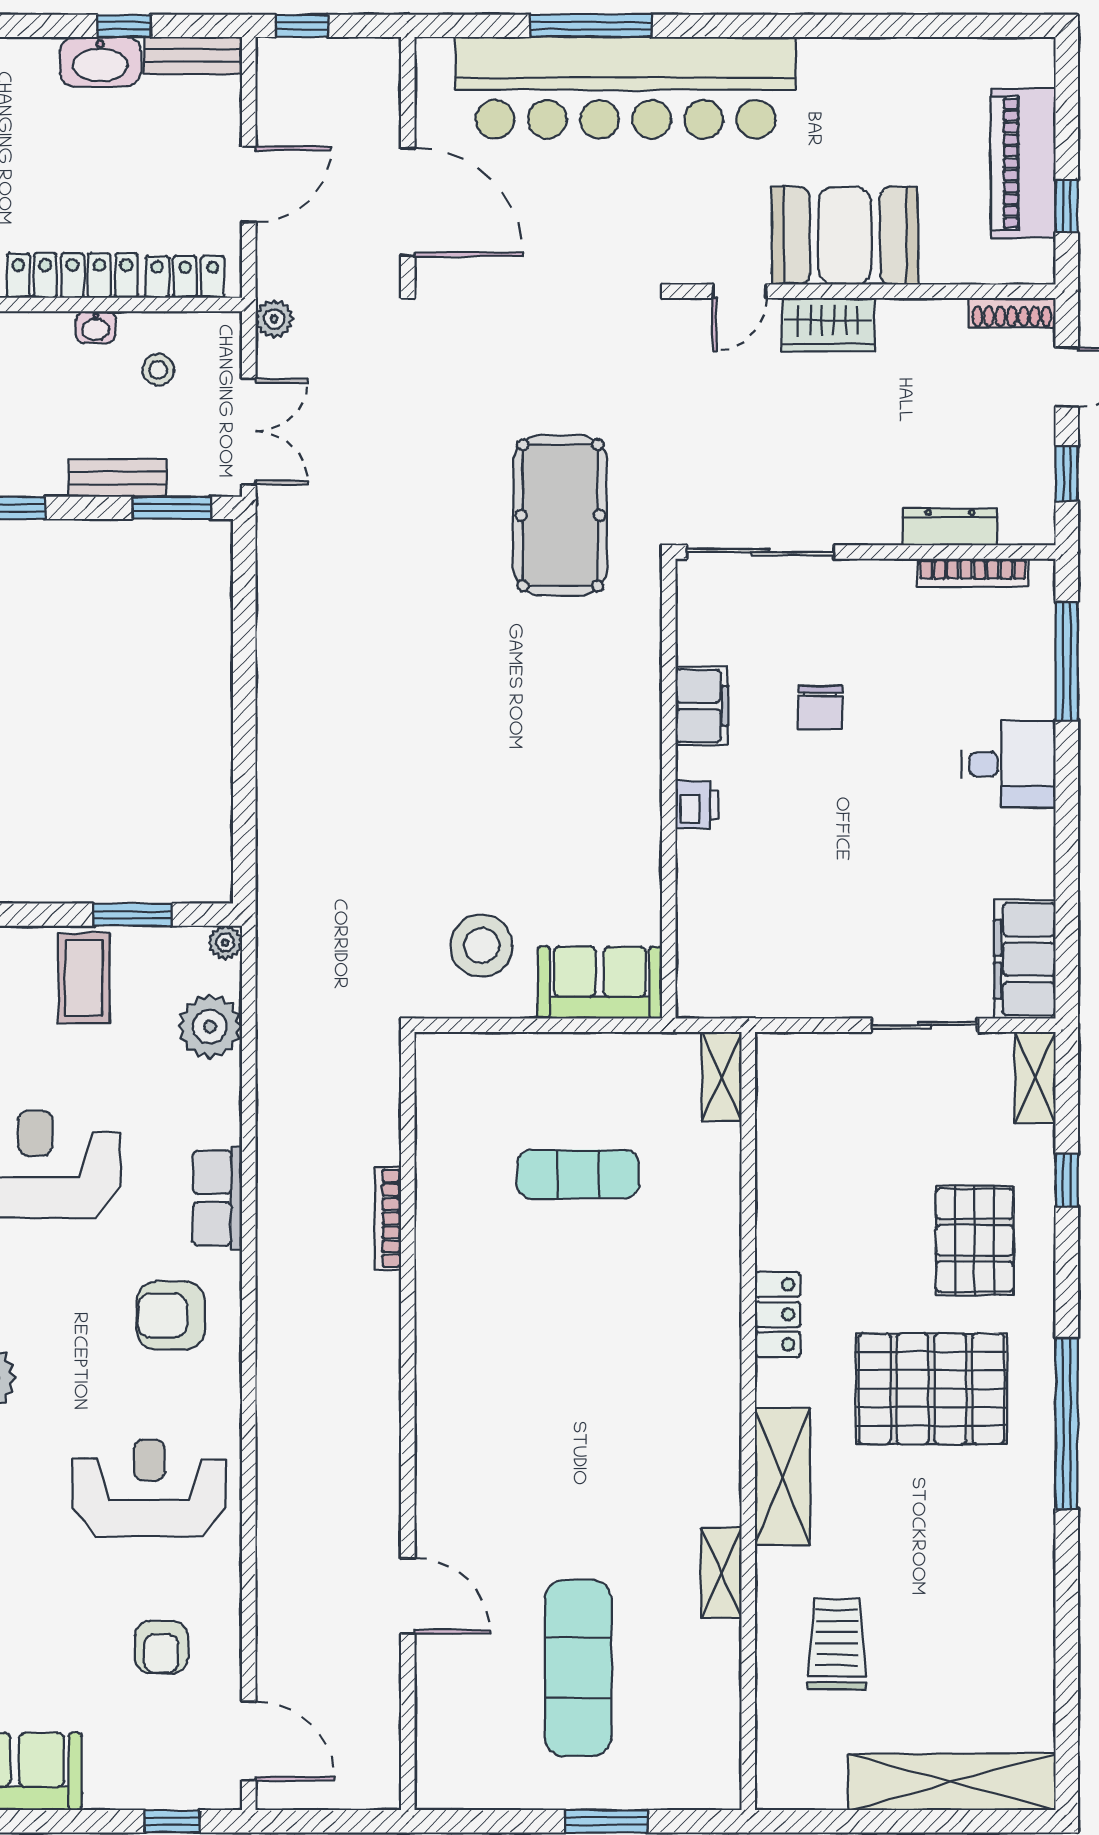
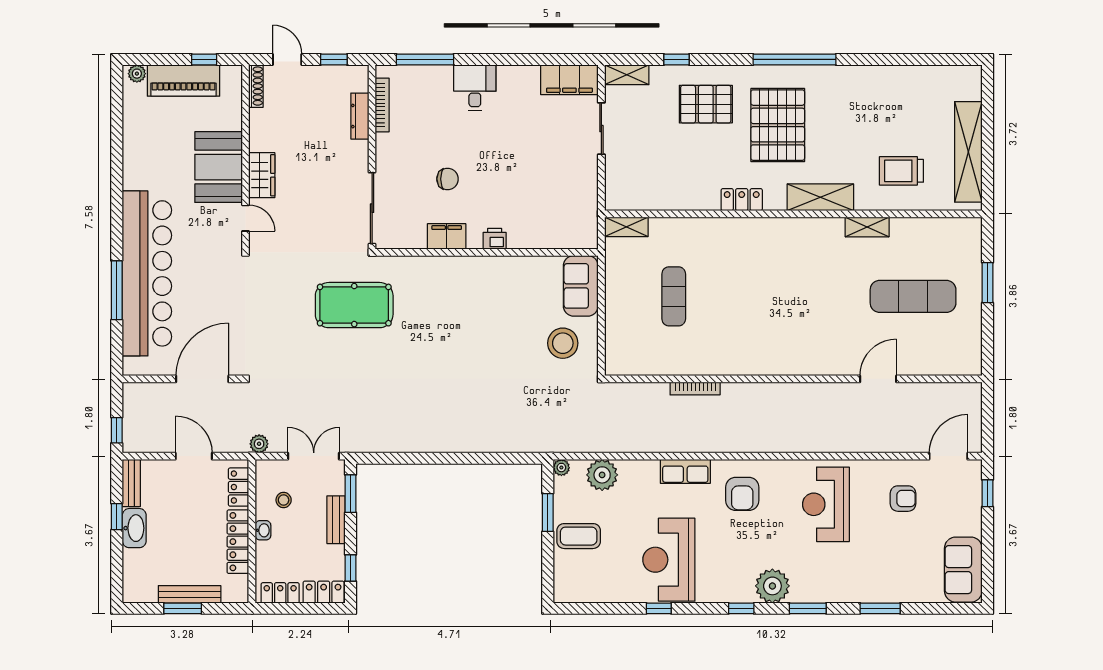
plant: (1038, 67) -> (137, 74), added
shelving: (952, 1782) -> (968, 152), moved

